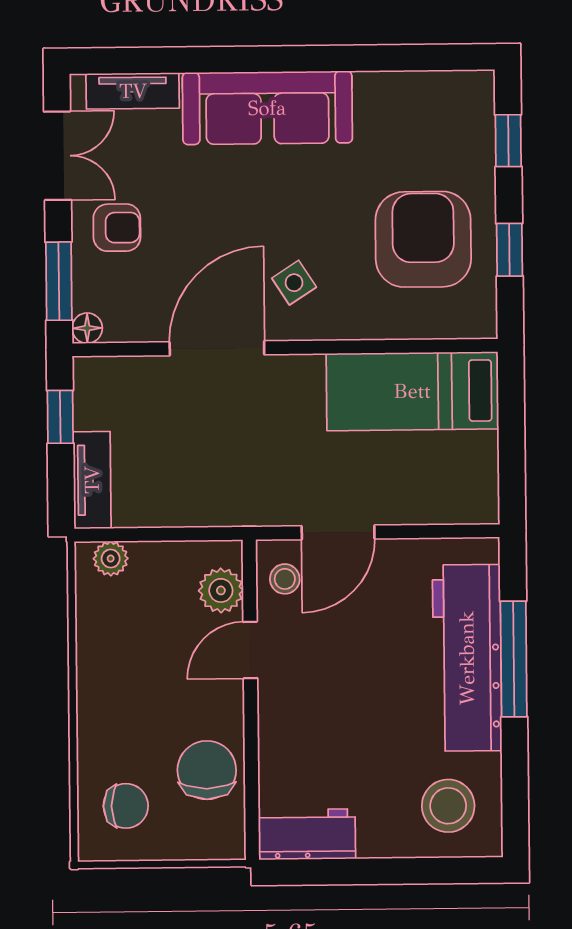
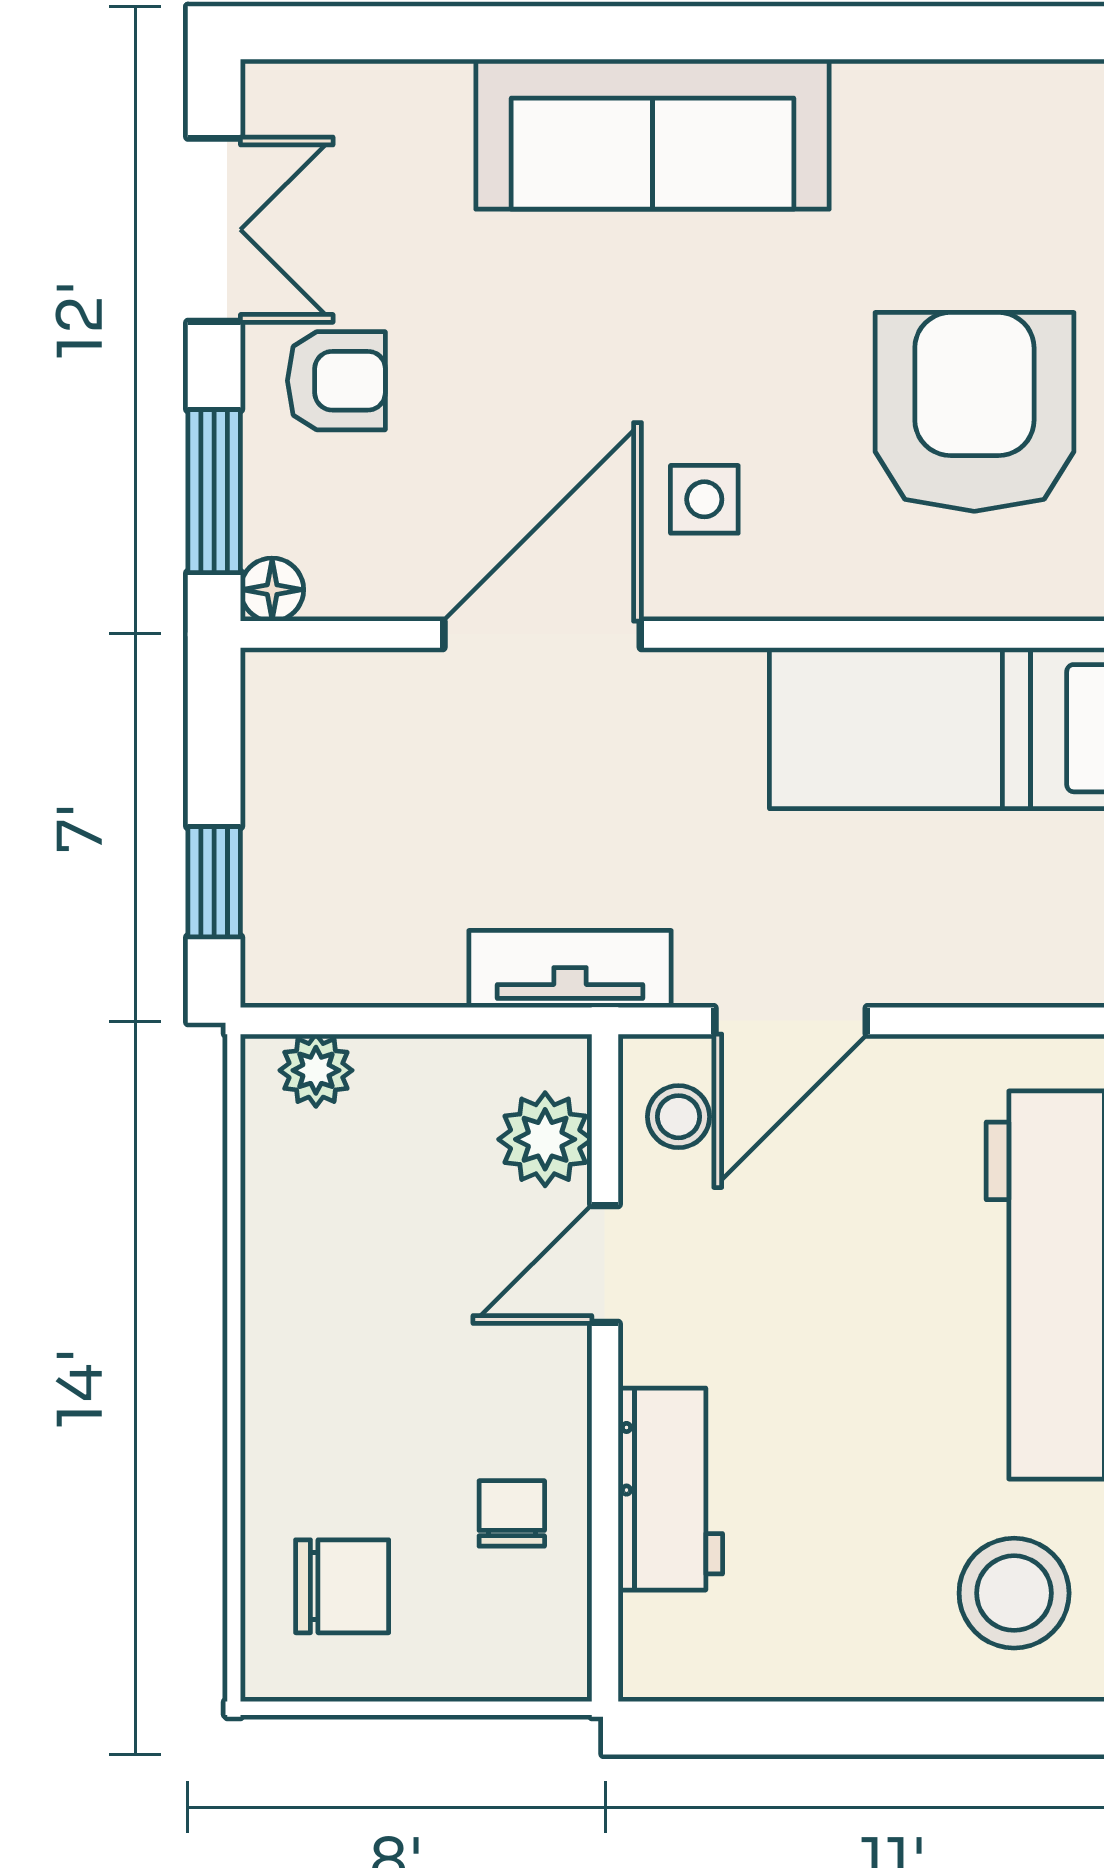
tv unit: (133, 91) -> (372, 96), removed
side table: (294, 283) -> (704, 499), turned 33
window: (60, 417) -> (214, 882), moved
tv unit: (92, 480) -> (570, 969), moved, turned -90
chair: (207, 770) -> (512, 1513), width x0.54, depth x0.54
workbench: (307, 834) -> (670, 1489), moved, turned 90

